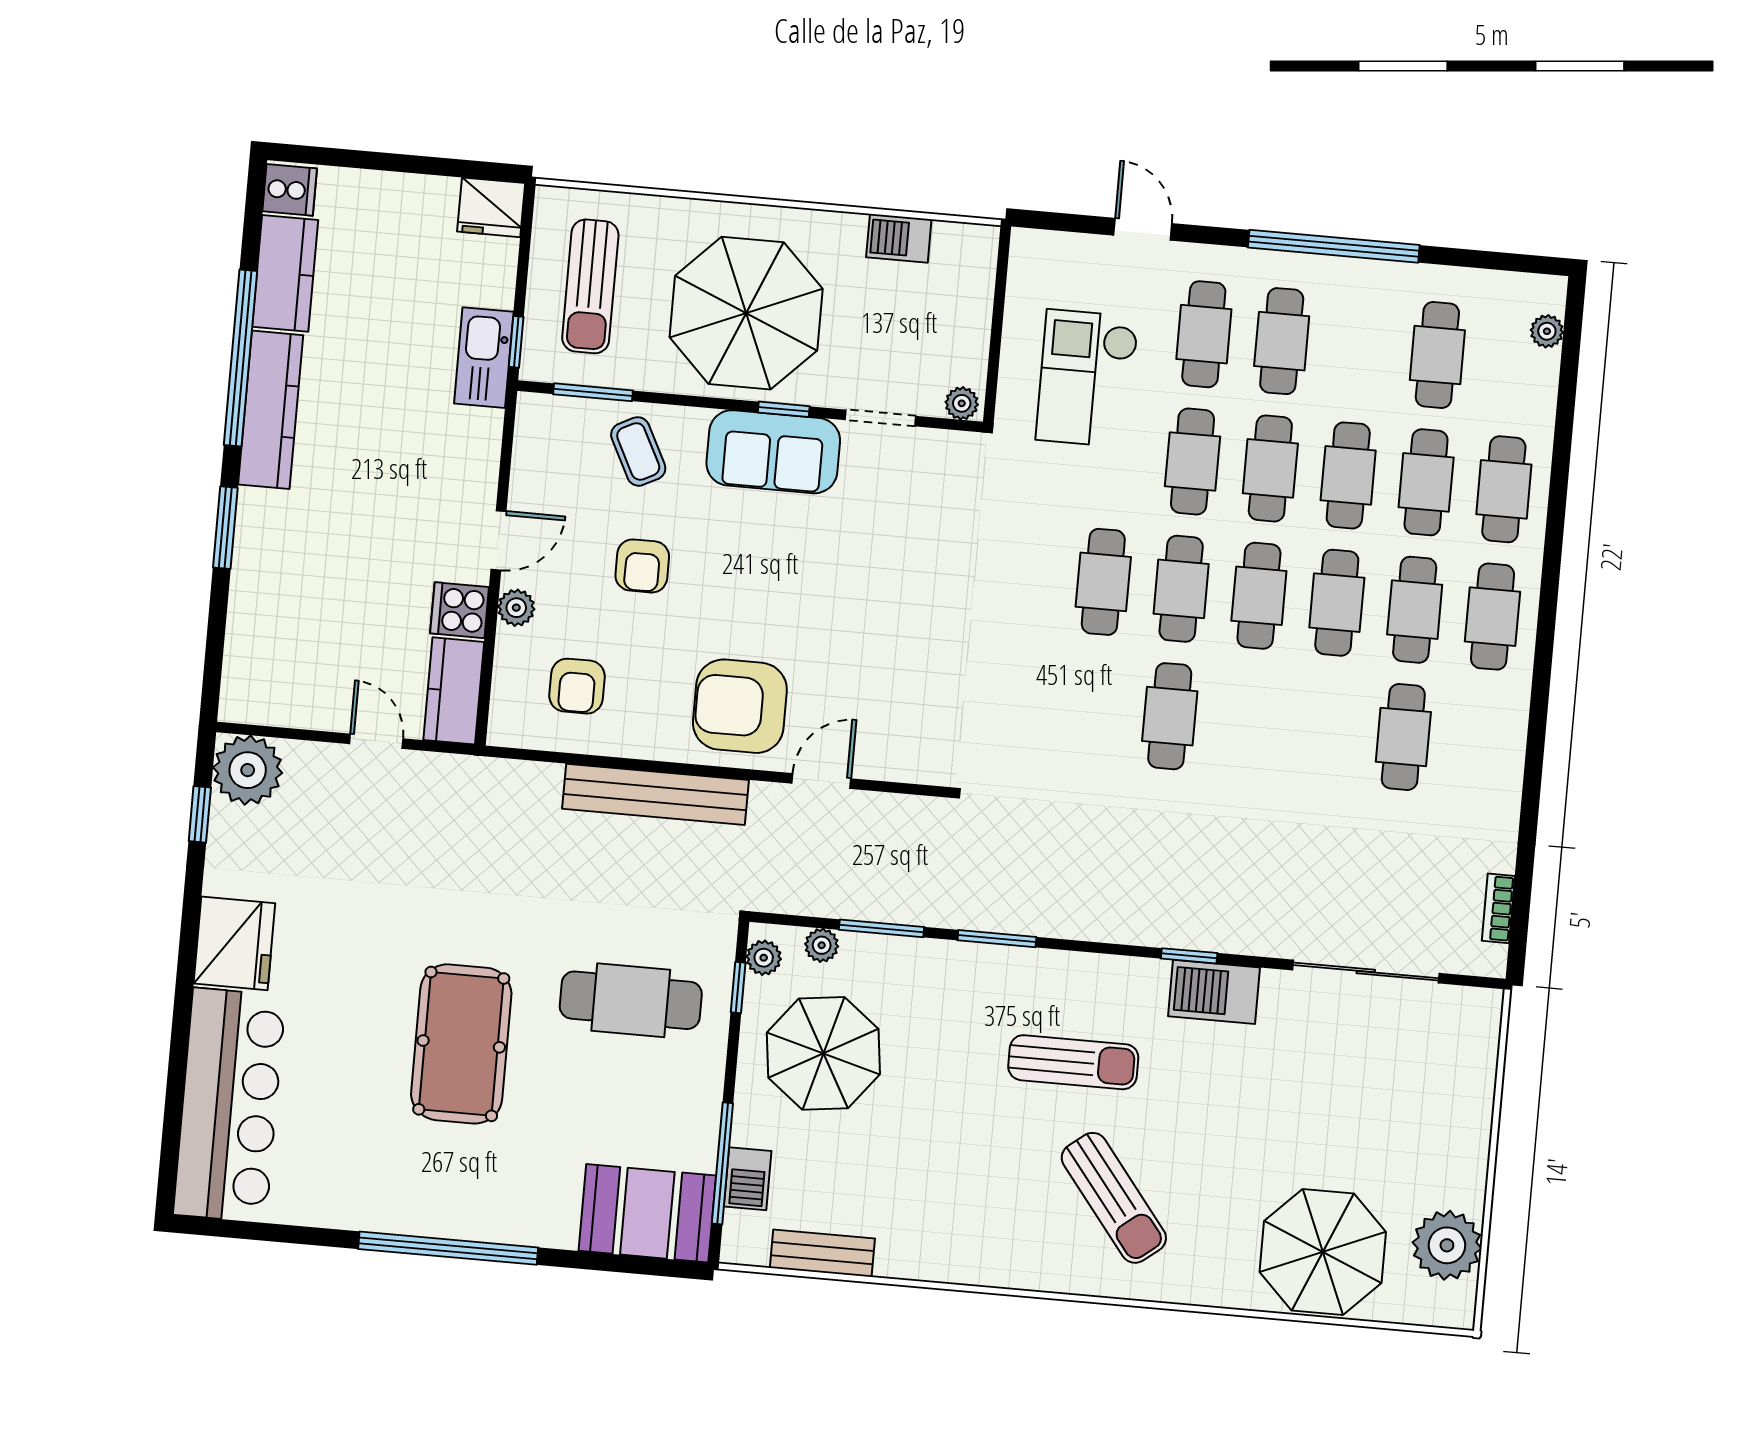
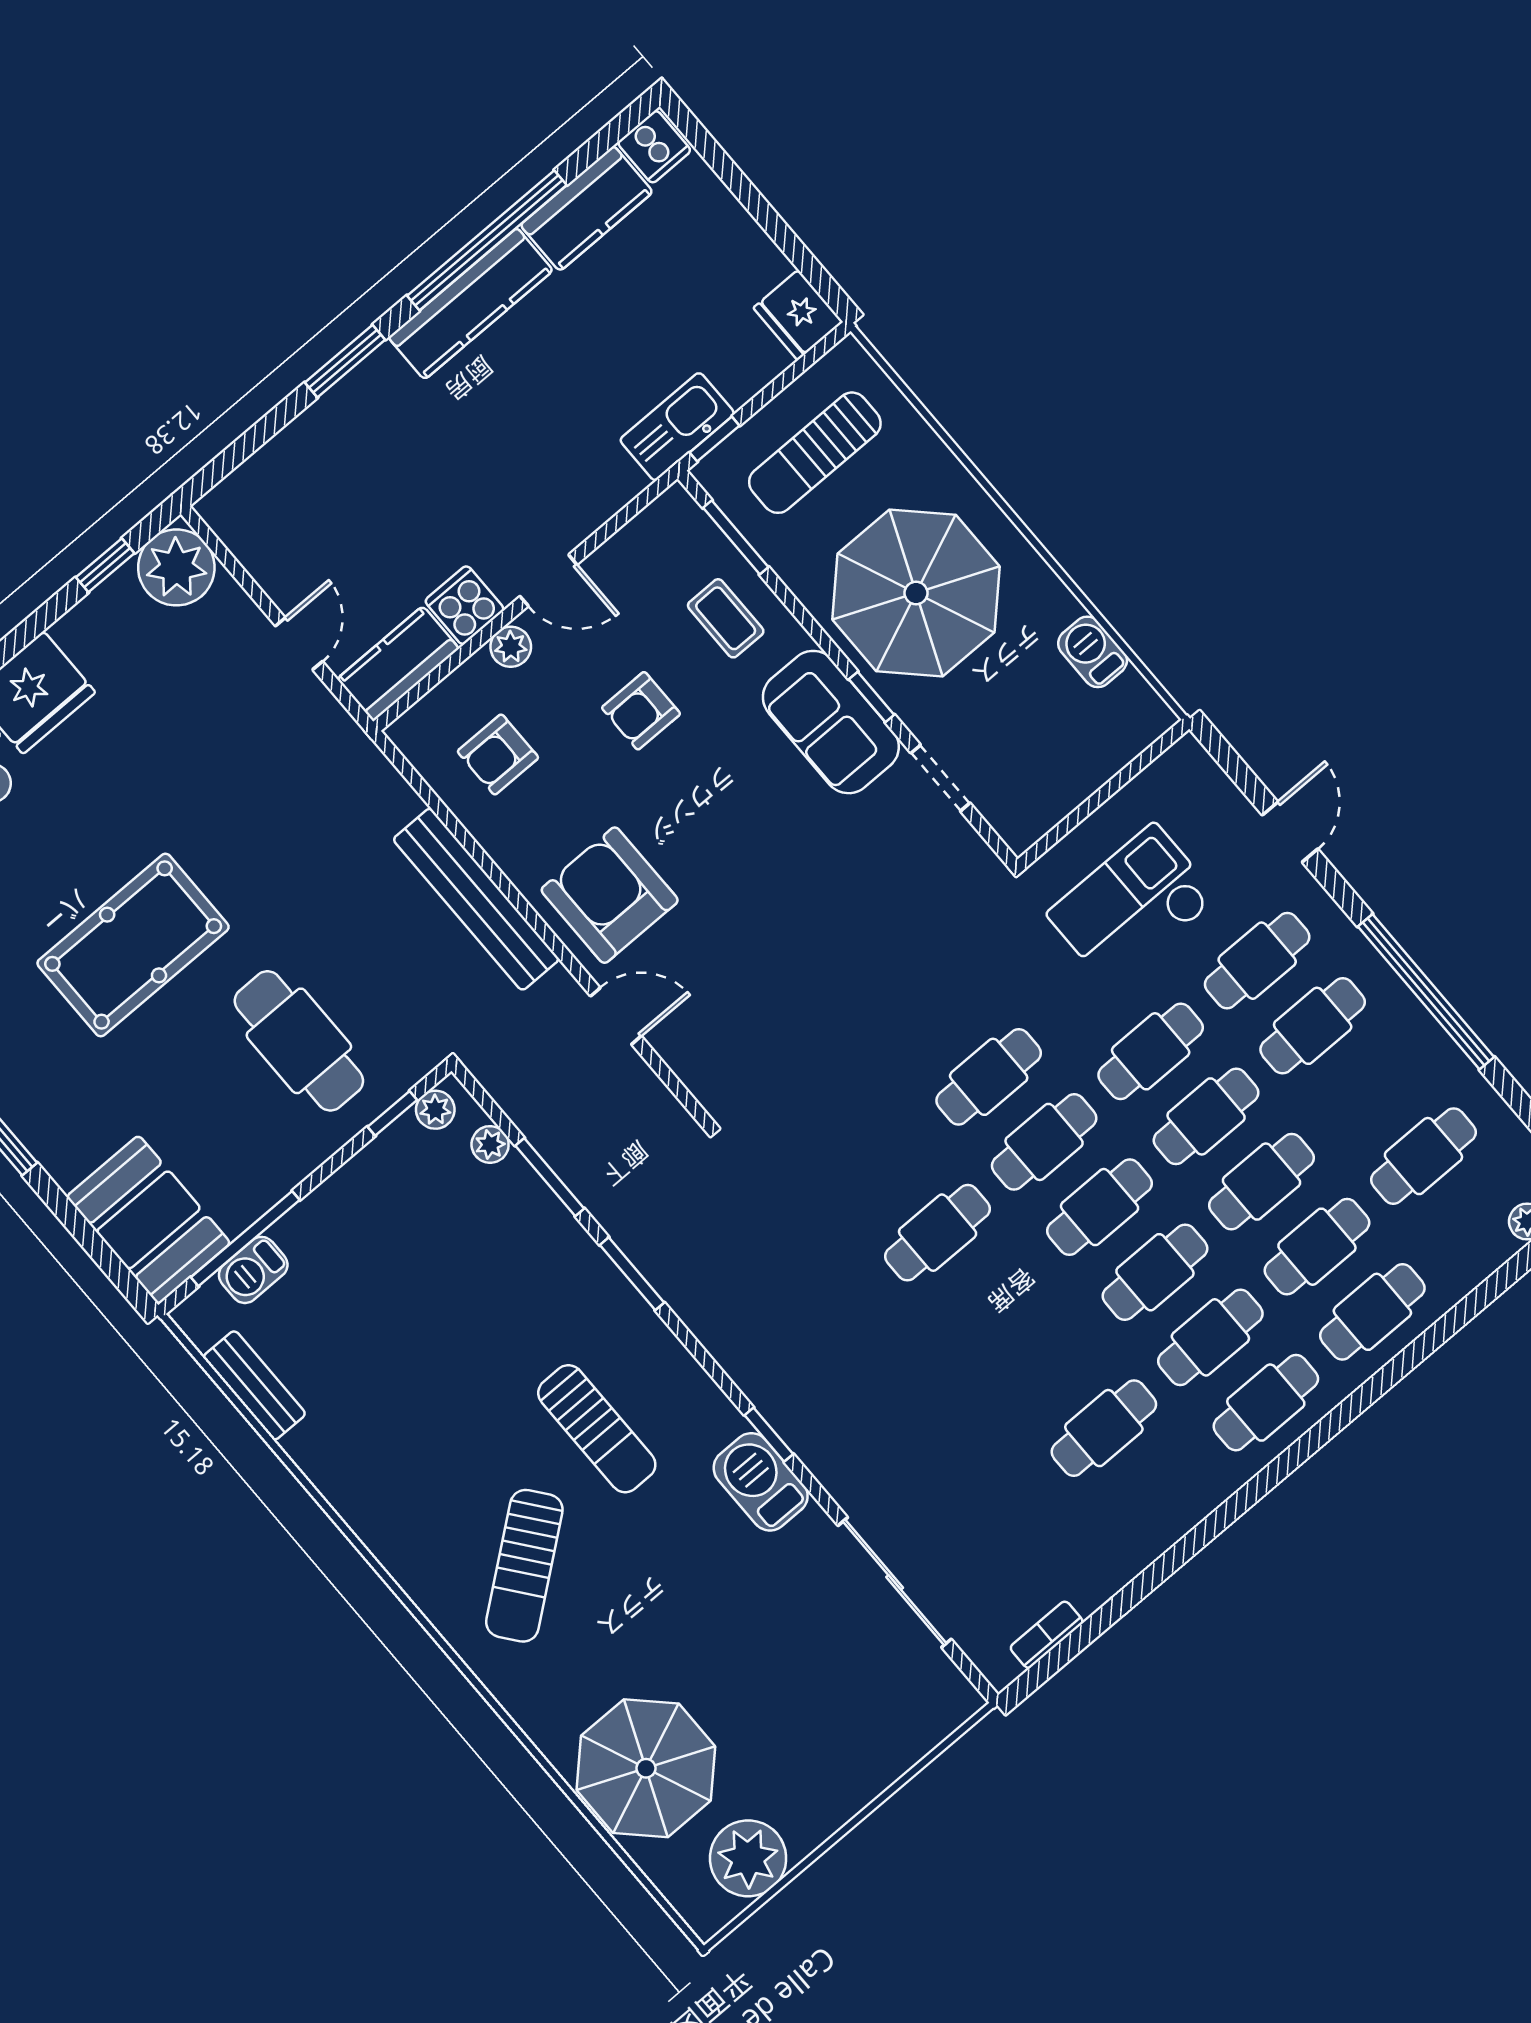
plant: (962, 403) -> (1015, 829), removed
coffee table: (638, 451) -> (726, 618), turned -63
parasol: (823, 1053) -> (409, 1230), removed

